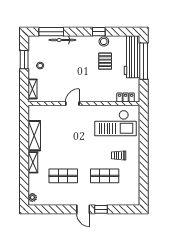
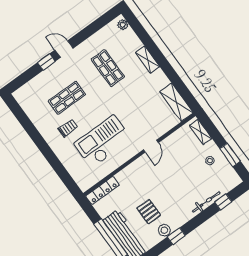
window: (51, 32) -> (223, 202), width x0.46
locker: (126, 97) -> (103, 190), width x1.53
checkout: (115, 123) -> (103, 141), moved
shelving: (34, 136) -> (176, 102), moved
shop shelf: (63, 176) -> (108, 68), turned 90

